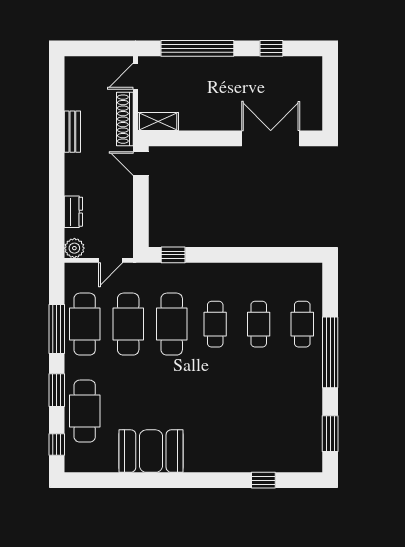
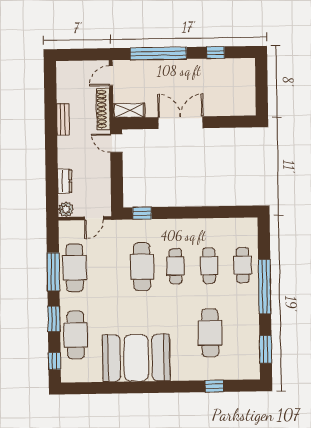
double door: (271, 138) -> (181, 123), moved
cafe table: (128, 324) -> (210, 333), moved
booth: (151, 451) -> (136, 358), width x1.36, depth x1.42

